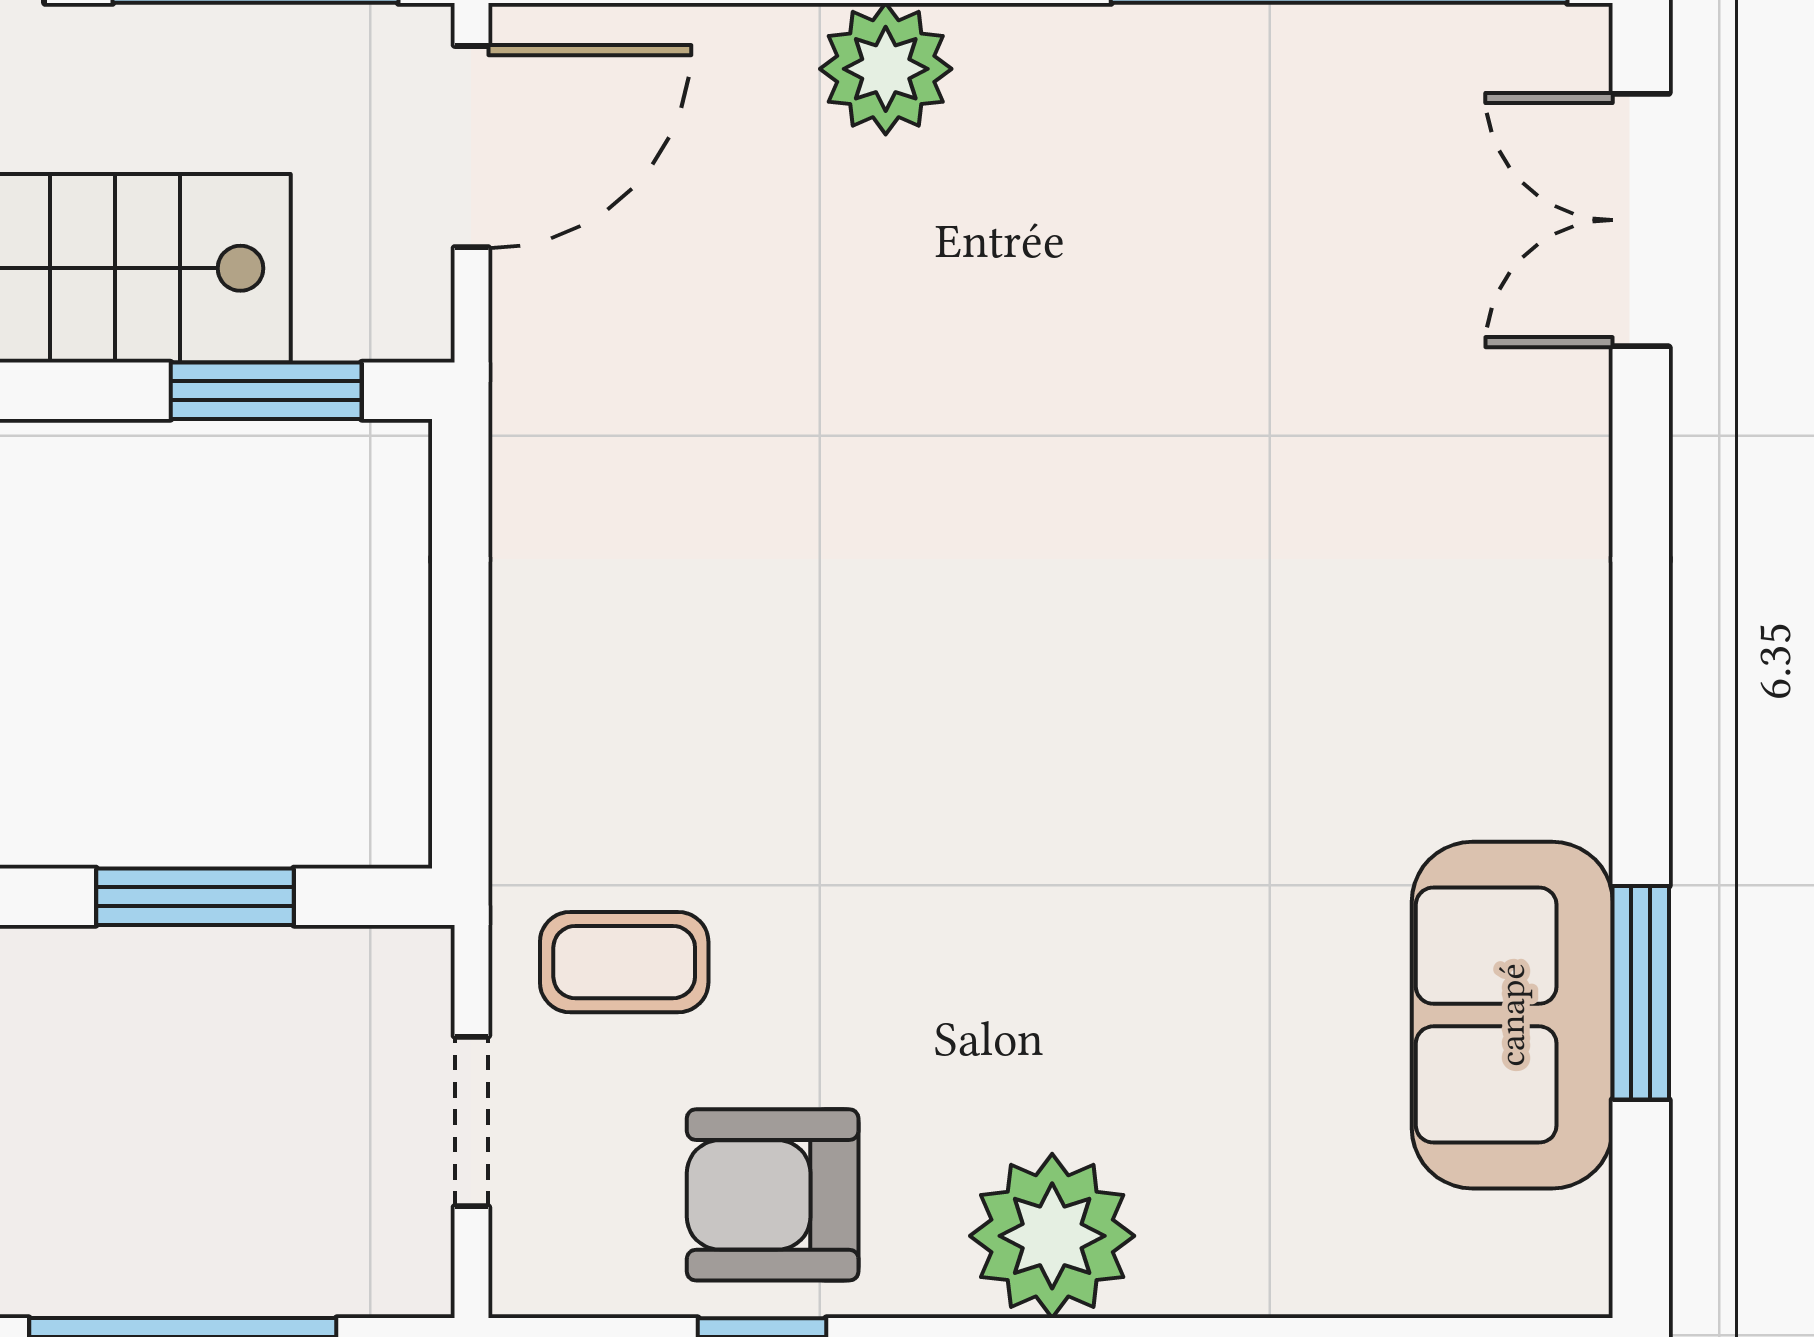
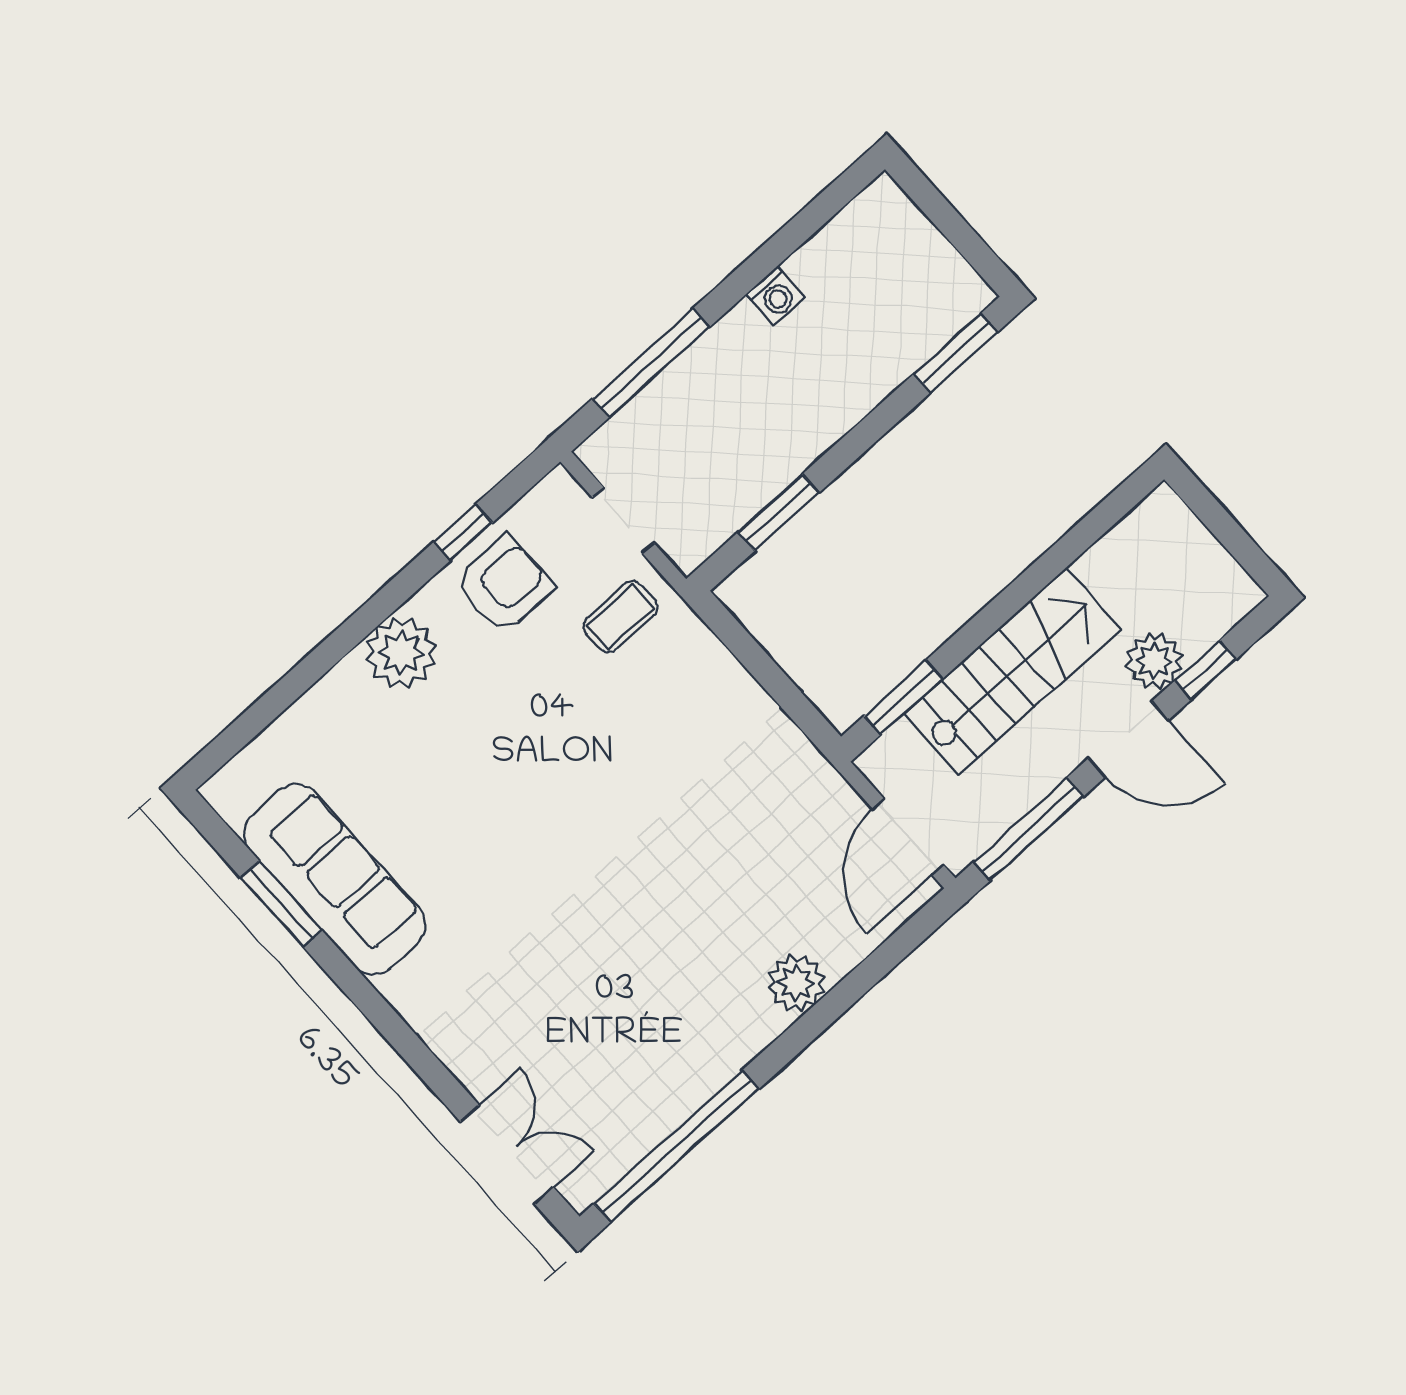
sofa: (1512, 1015) -> (335, 879), width x1.36

